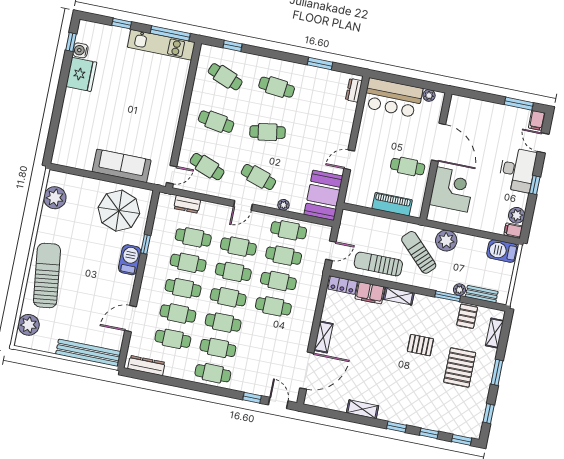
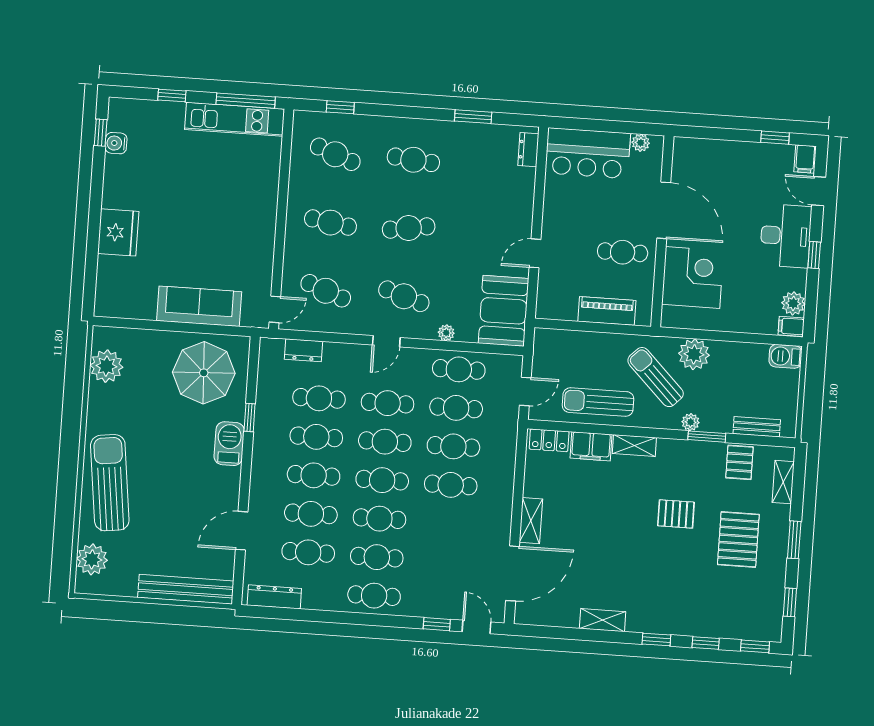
fridge: (81, 74) -> (118, 232), moved
window: (519, 104) -> (775, 138), width x0.67
barbecue: (502, 251) -> (785, 356), width x0.73, depth x0.79
plant: (459, 290) -> (691, 422), moved

